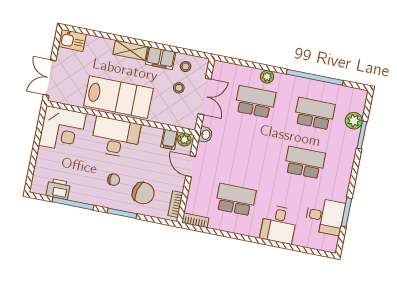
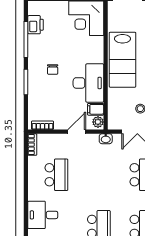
desk: (116, 137) -> (88, 83), moved
chair: (143, 193) -> (46, 96), removed

